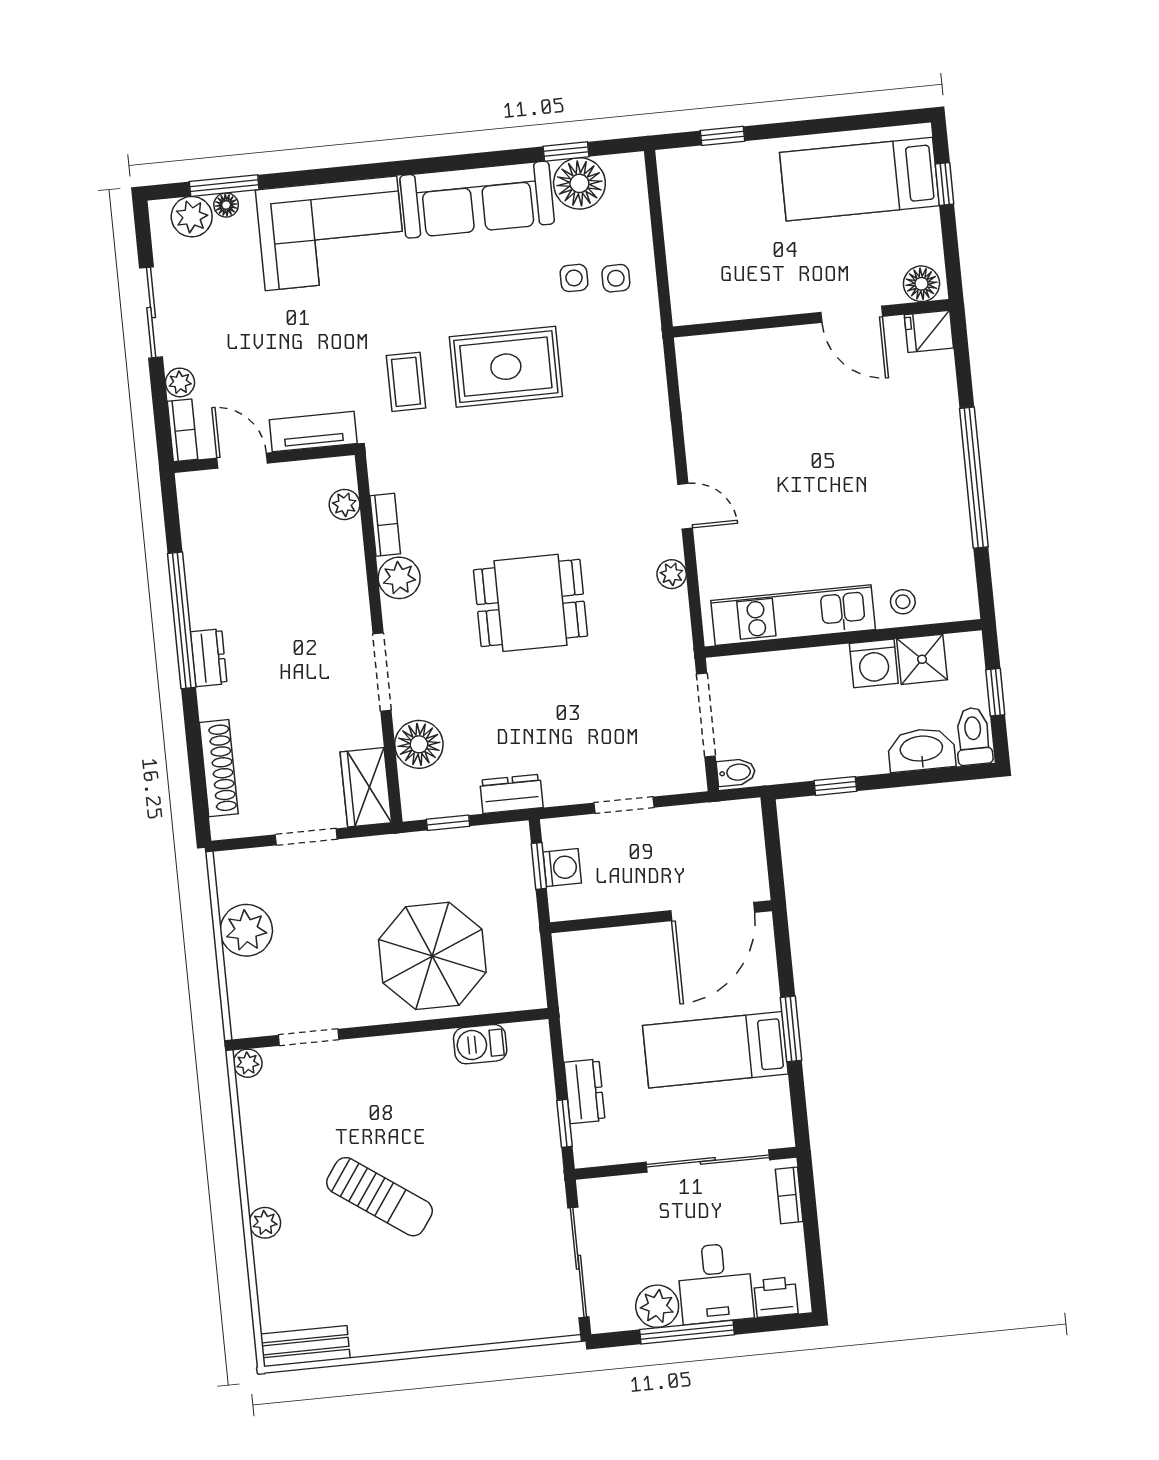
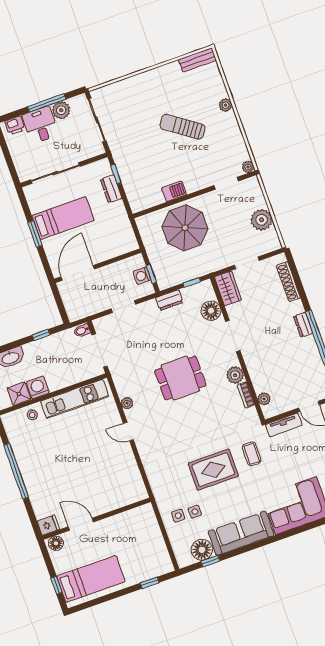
barbecue: (480, 1044) -> (174, 191), moved
bookcase: (789, 1195) -> (19, 167), removed

